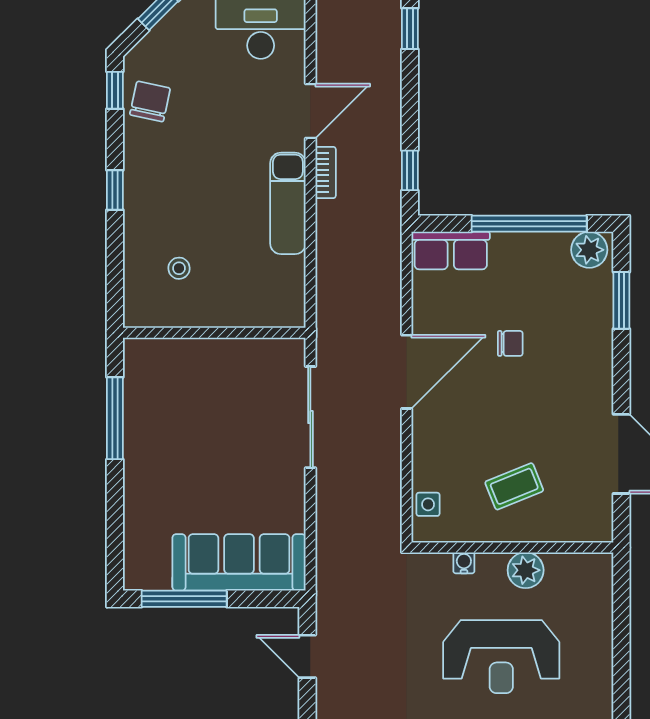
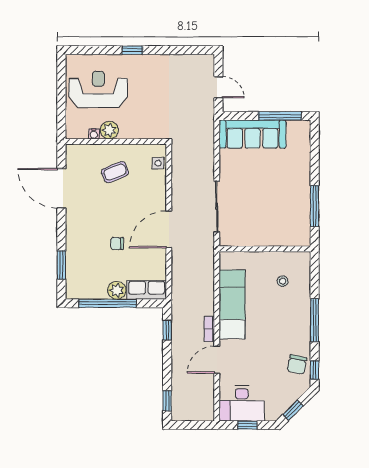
window: (115, 190) -> (315, 320), width x2.17
exam couch: (288, 203) -> (232, 304), width x1.36, depth x1.45
plant: (589, 250) -> (117, 290), moved
water cooler: (464, 563) -> (94, 134), moved
reception desk: (501, 657) -> (98, 89), moved

